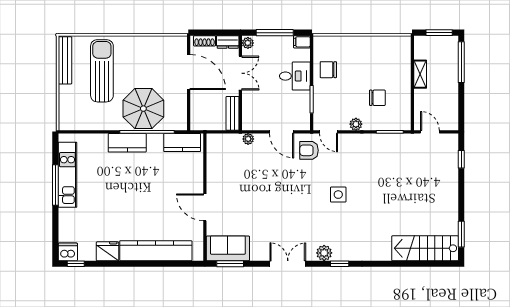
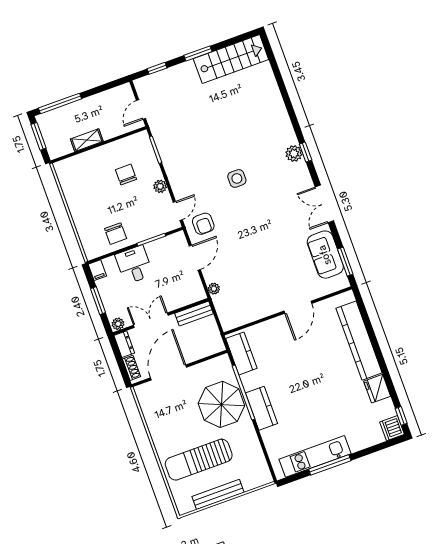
window: (275, 33) -> (98, 301), width x0.69
bench: (65, 60) -> (218, 494), moved
window: (461, 234) -> (198, 53), moved
sofa: (228, 248) -> (325, 255), moved
stairs: (425, 248) -> (231, 59), moved, turned -90
plant: (324, 253) -> (294, 154), moved

